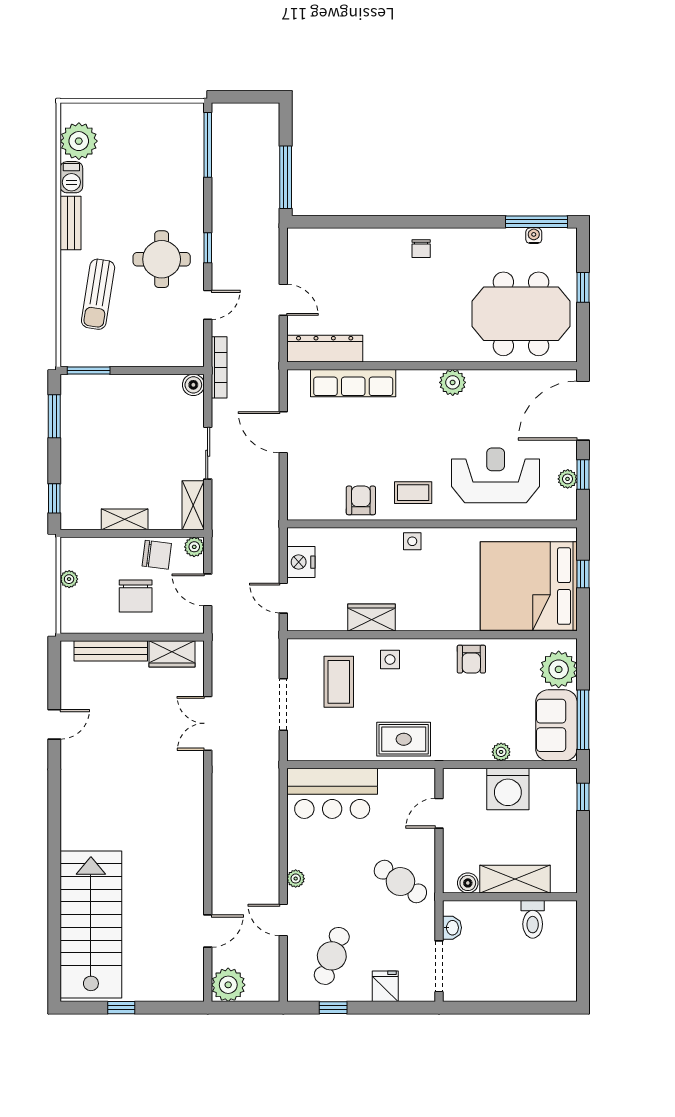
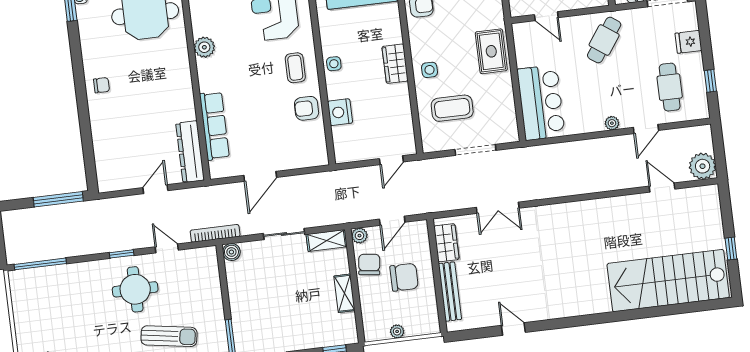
nightstand: (301, 562) -> (340, 112), moved, turned 90
wardrobe: (372, 618) -> (395, 64), moved
cafe table: (332, 956) -> (670, 87), turned 69

